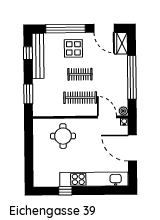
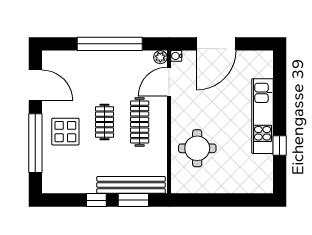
door: (104, 28) -> (35, 85), hinge flipped
wardrobe: (121, 43) -> (58, 60), removed
window: (28, 53) -> (96, 200), moved
bench: (38, 56) -> (131, 185), moved
kitchen unit: (94, 179) -> (263, 116), width x0.73

